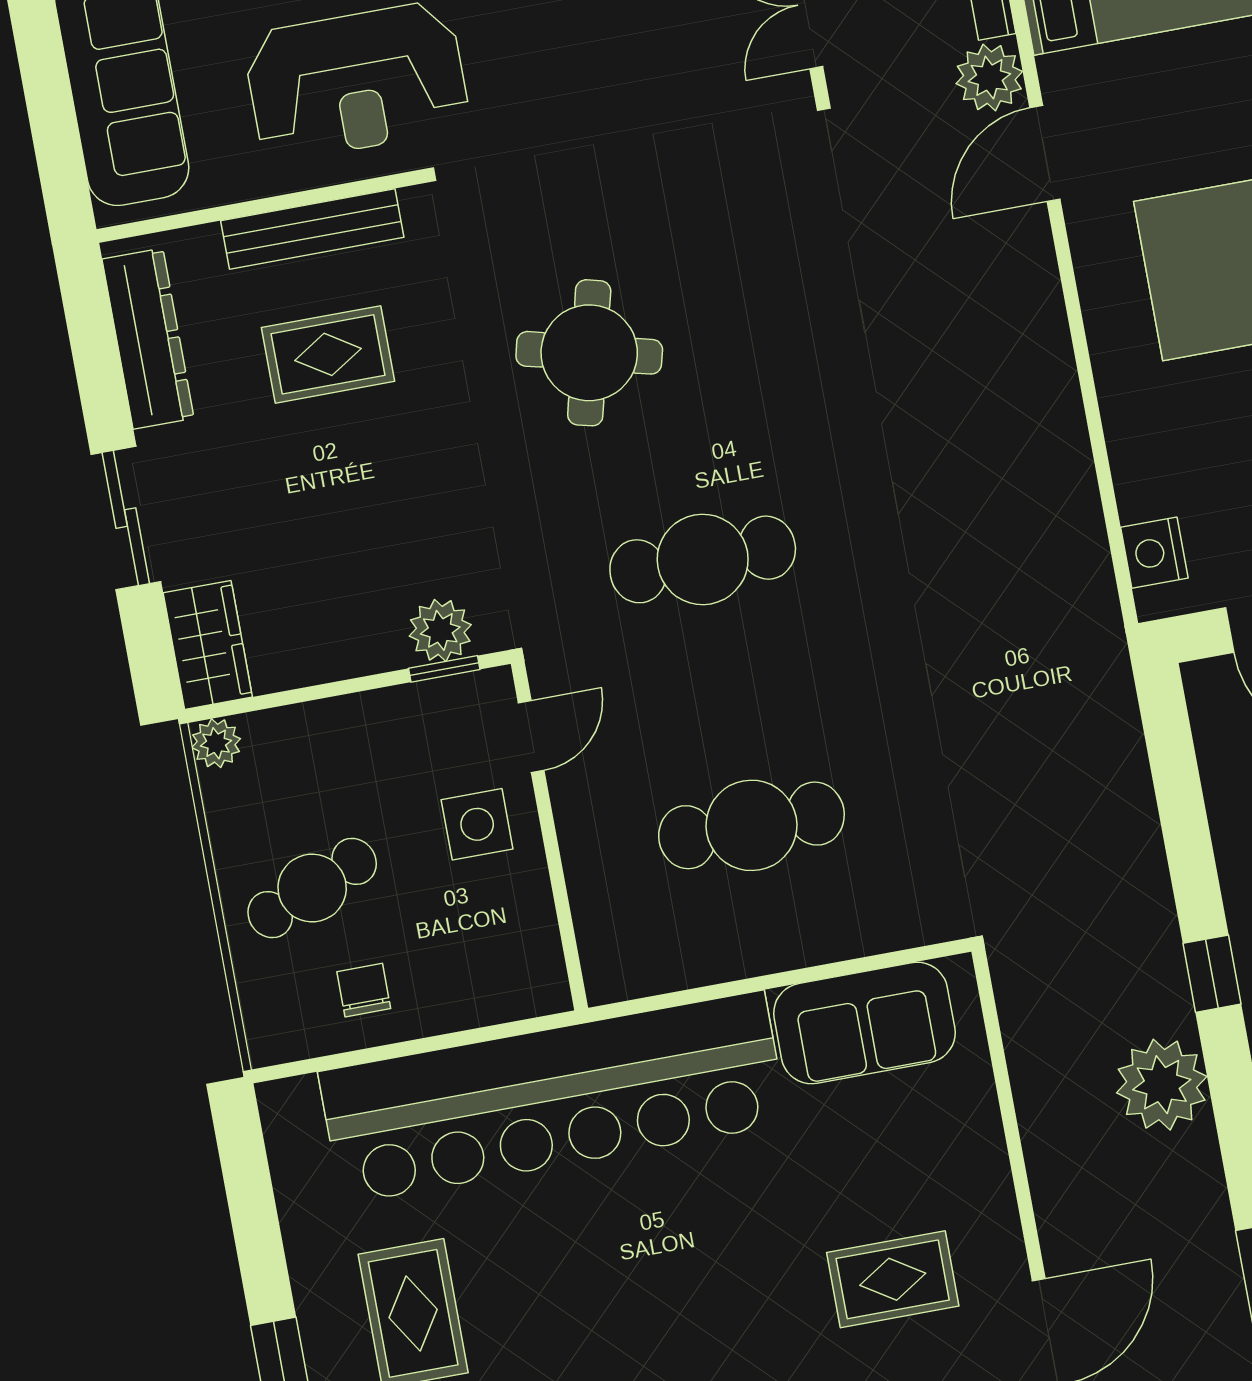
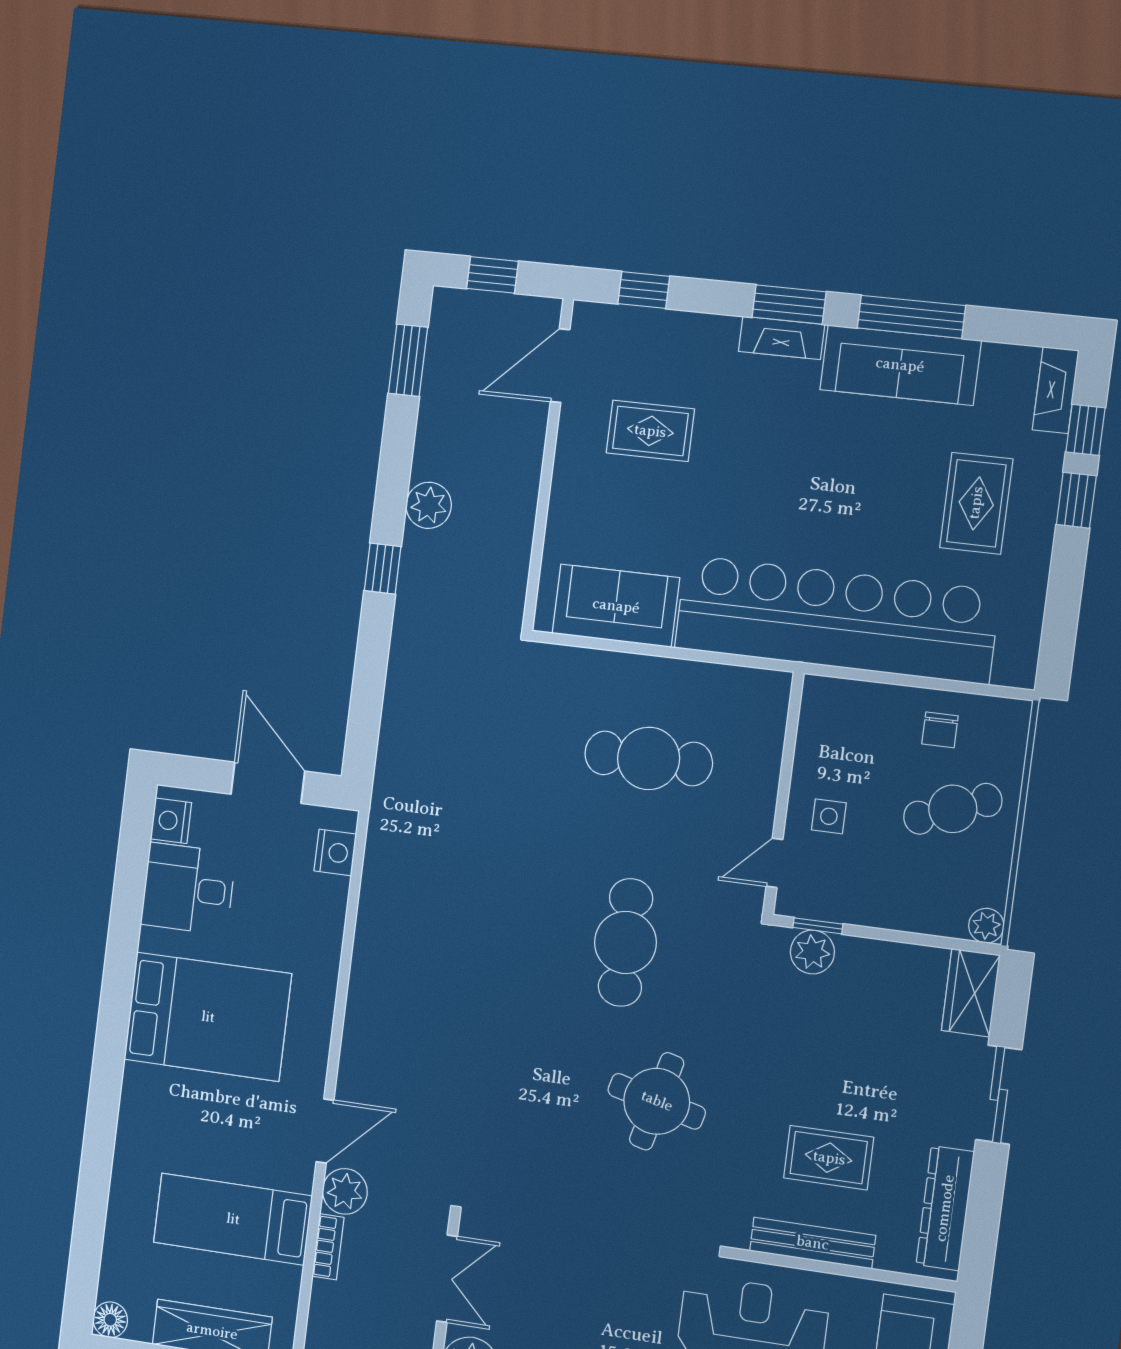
cafe table: (703, 559) -> (625, 942), turned 90
side table: (477, 824) -> (829, 816), width x0.73, depth x0.73
plant: (1162, 1085) -> (429, 505), width x0.73, depth x0.73

